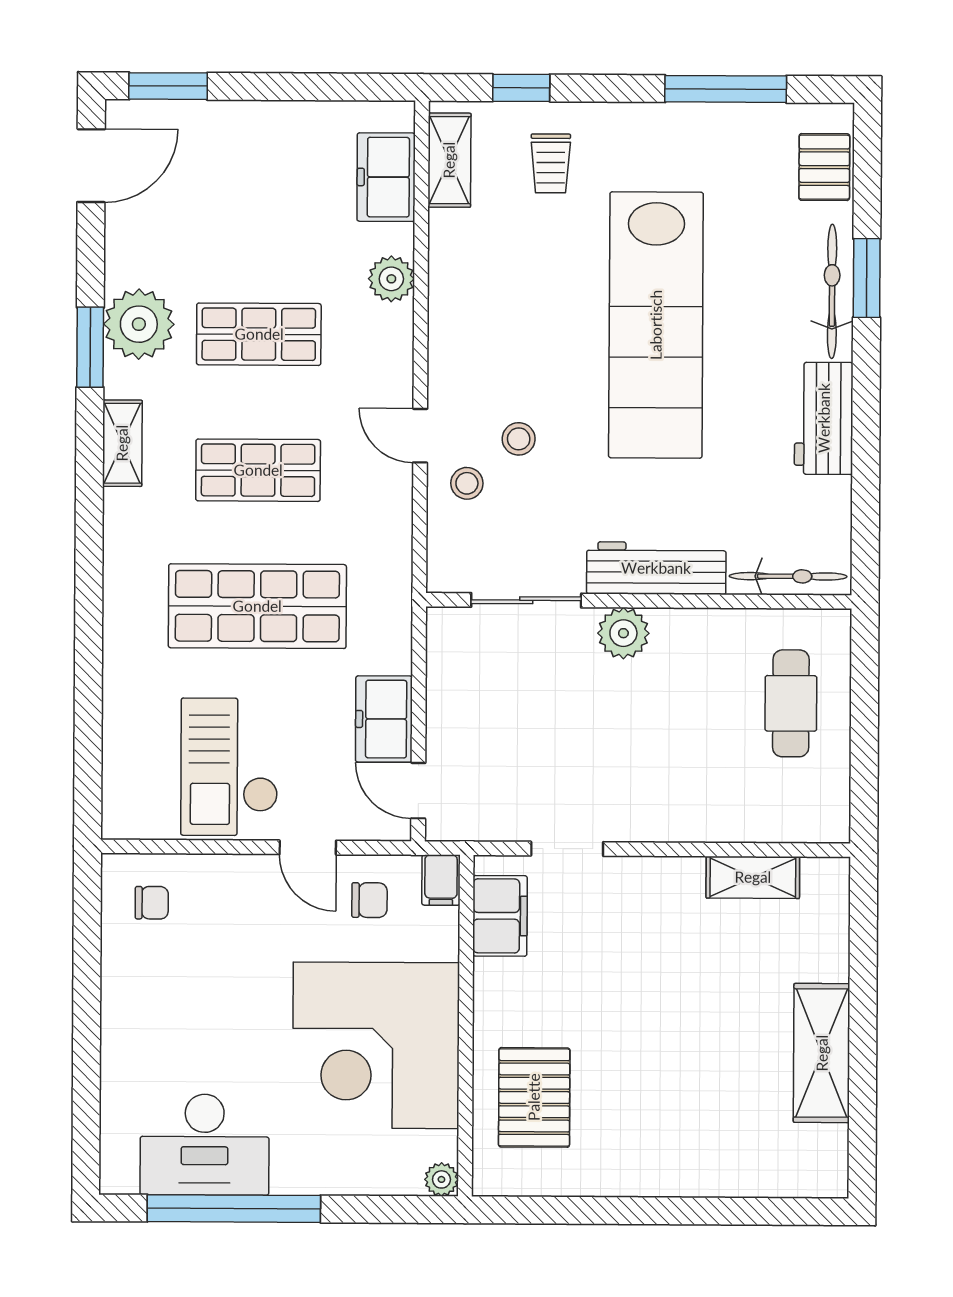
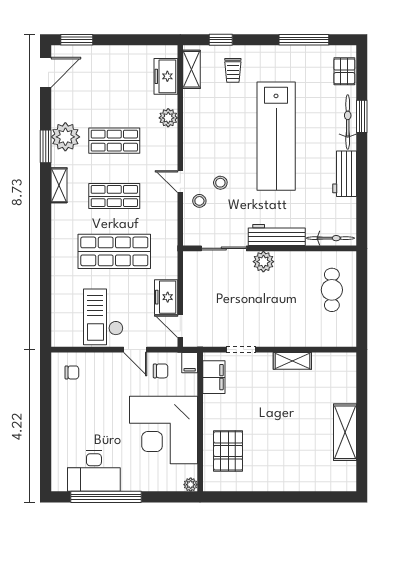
shelving: (753, 877) -> (292, 361), moved

